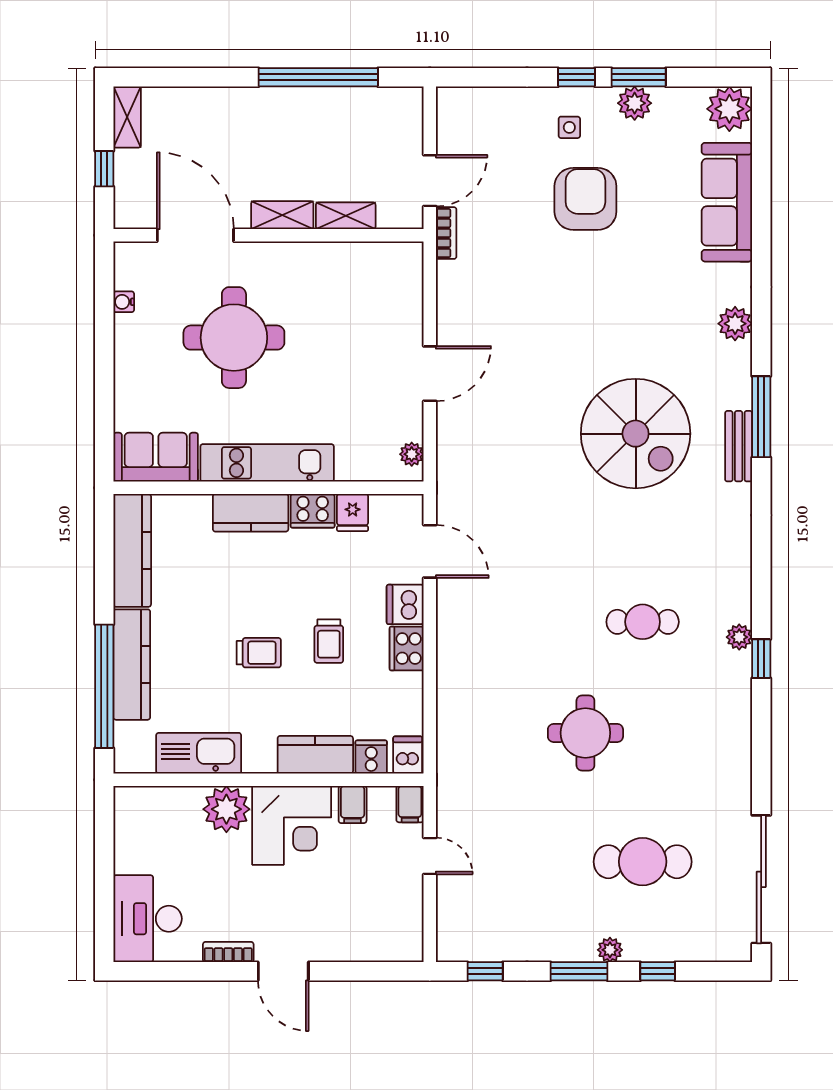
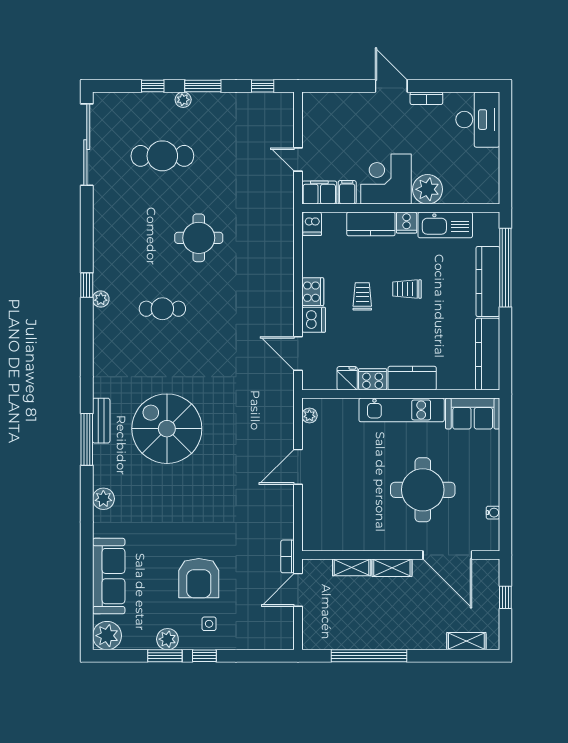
shelving: (127, 117) -> (466, 641), moved, turned 90
cooker: (371, 757) -> (407, 223), moved
filing cabinet: (410, 804) -> (319, 193), width x2.00

